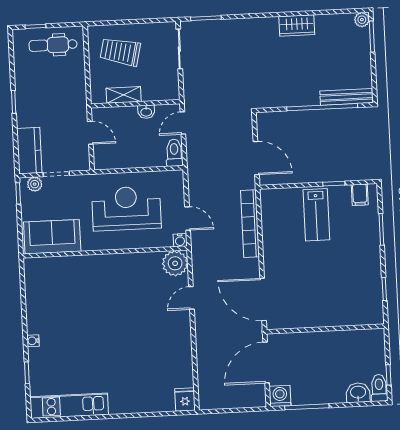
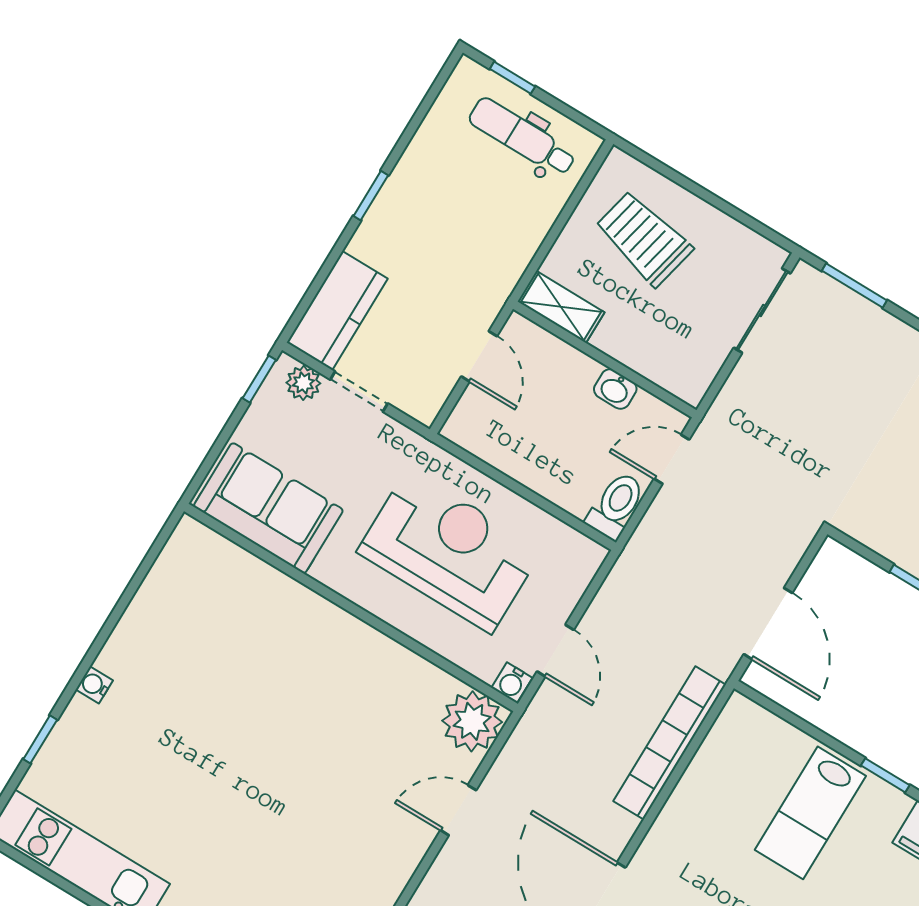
shelving: (124, 95) -> (561, 307), moved

